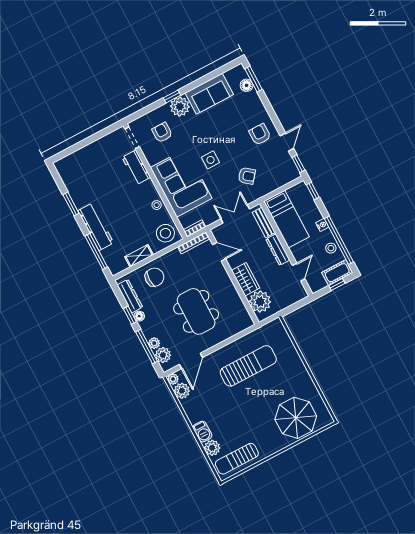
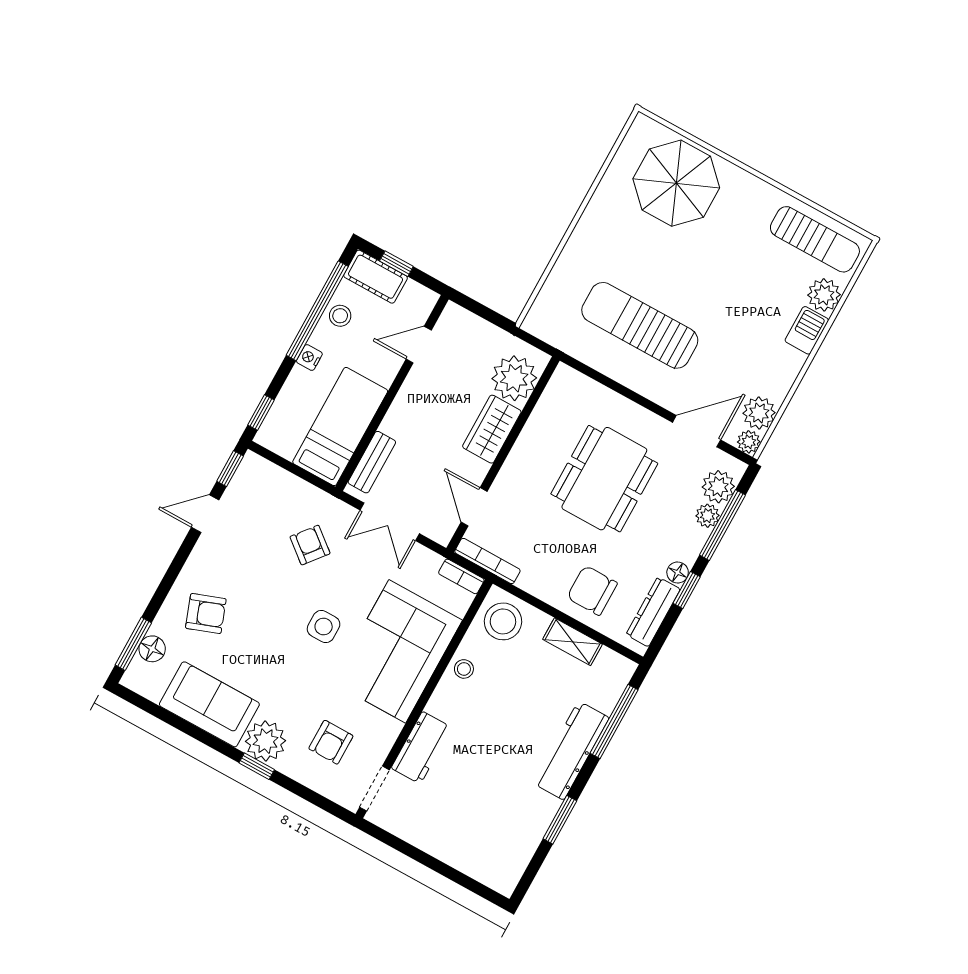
armchair: (260, 134) -> (206, 614), moved, turned -110
dresser: (278, 250) -> (403, 407), removed

